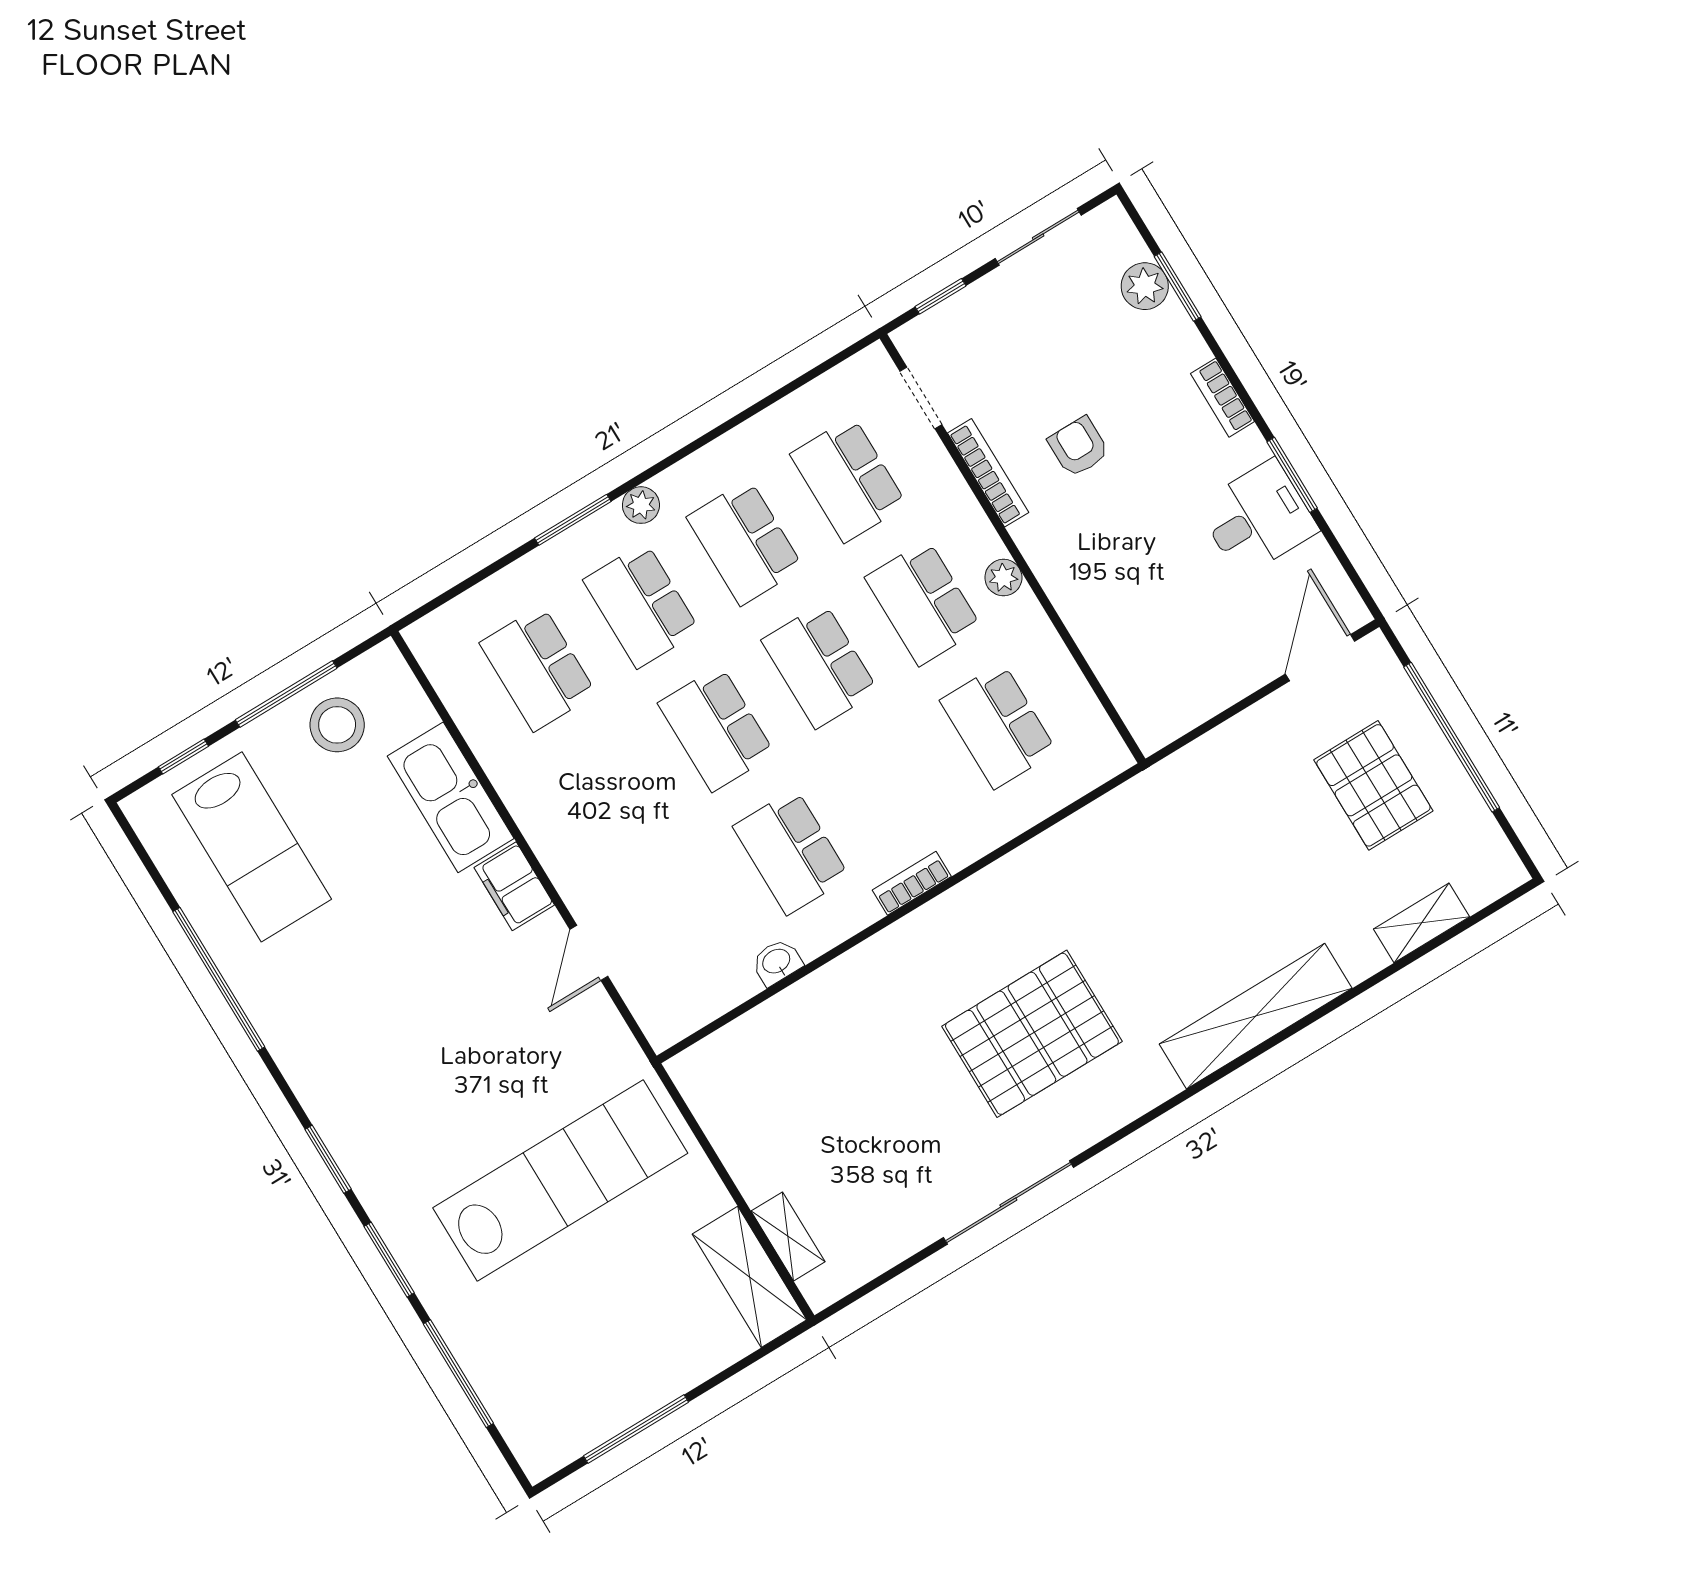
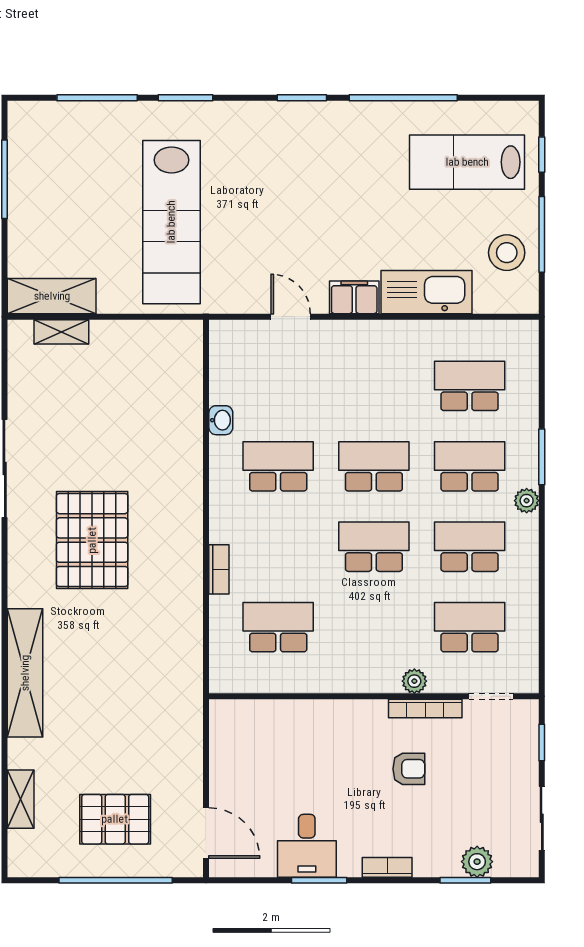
plant: (1003, 578) -> (414, 681), moved
school desk: (923, 603) -> (374, 627), removed
bookcase: (912, 883) -> (219, 569), moved
window: (328, 1159) -> (302, 98), moved

